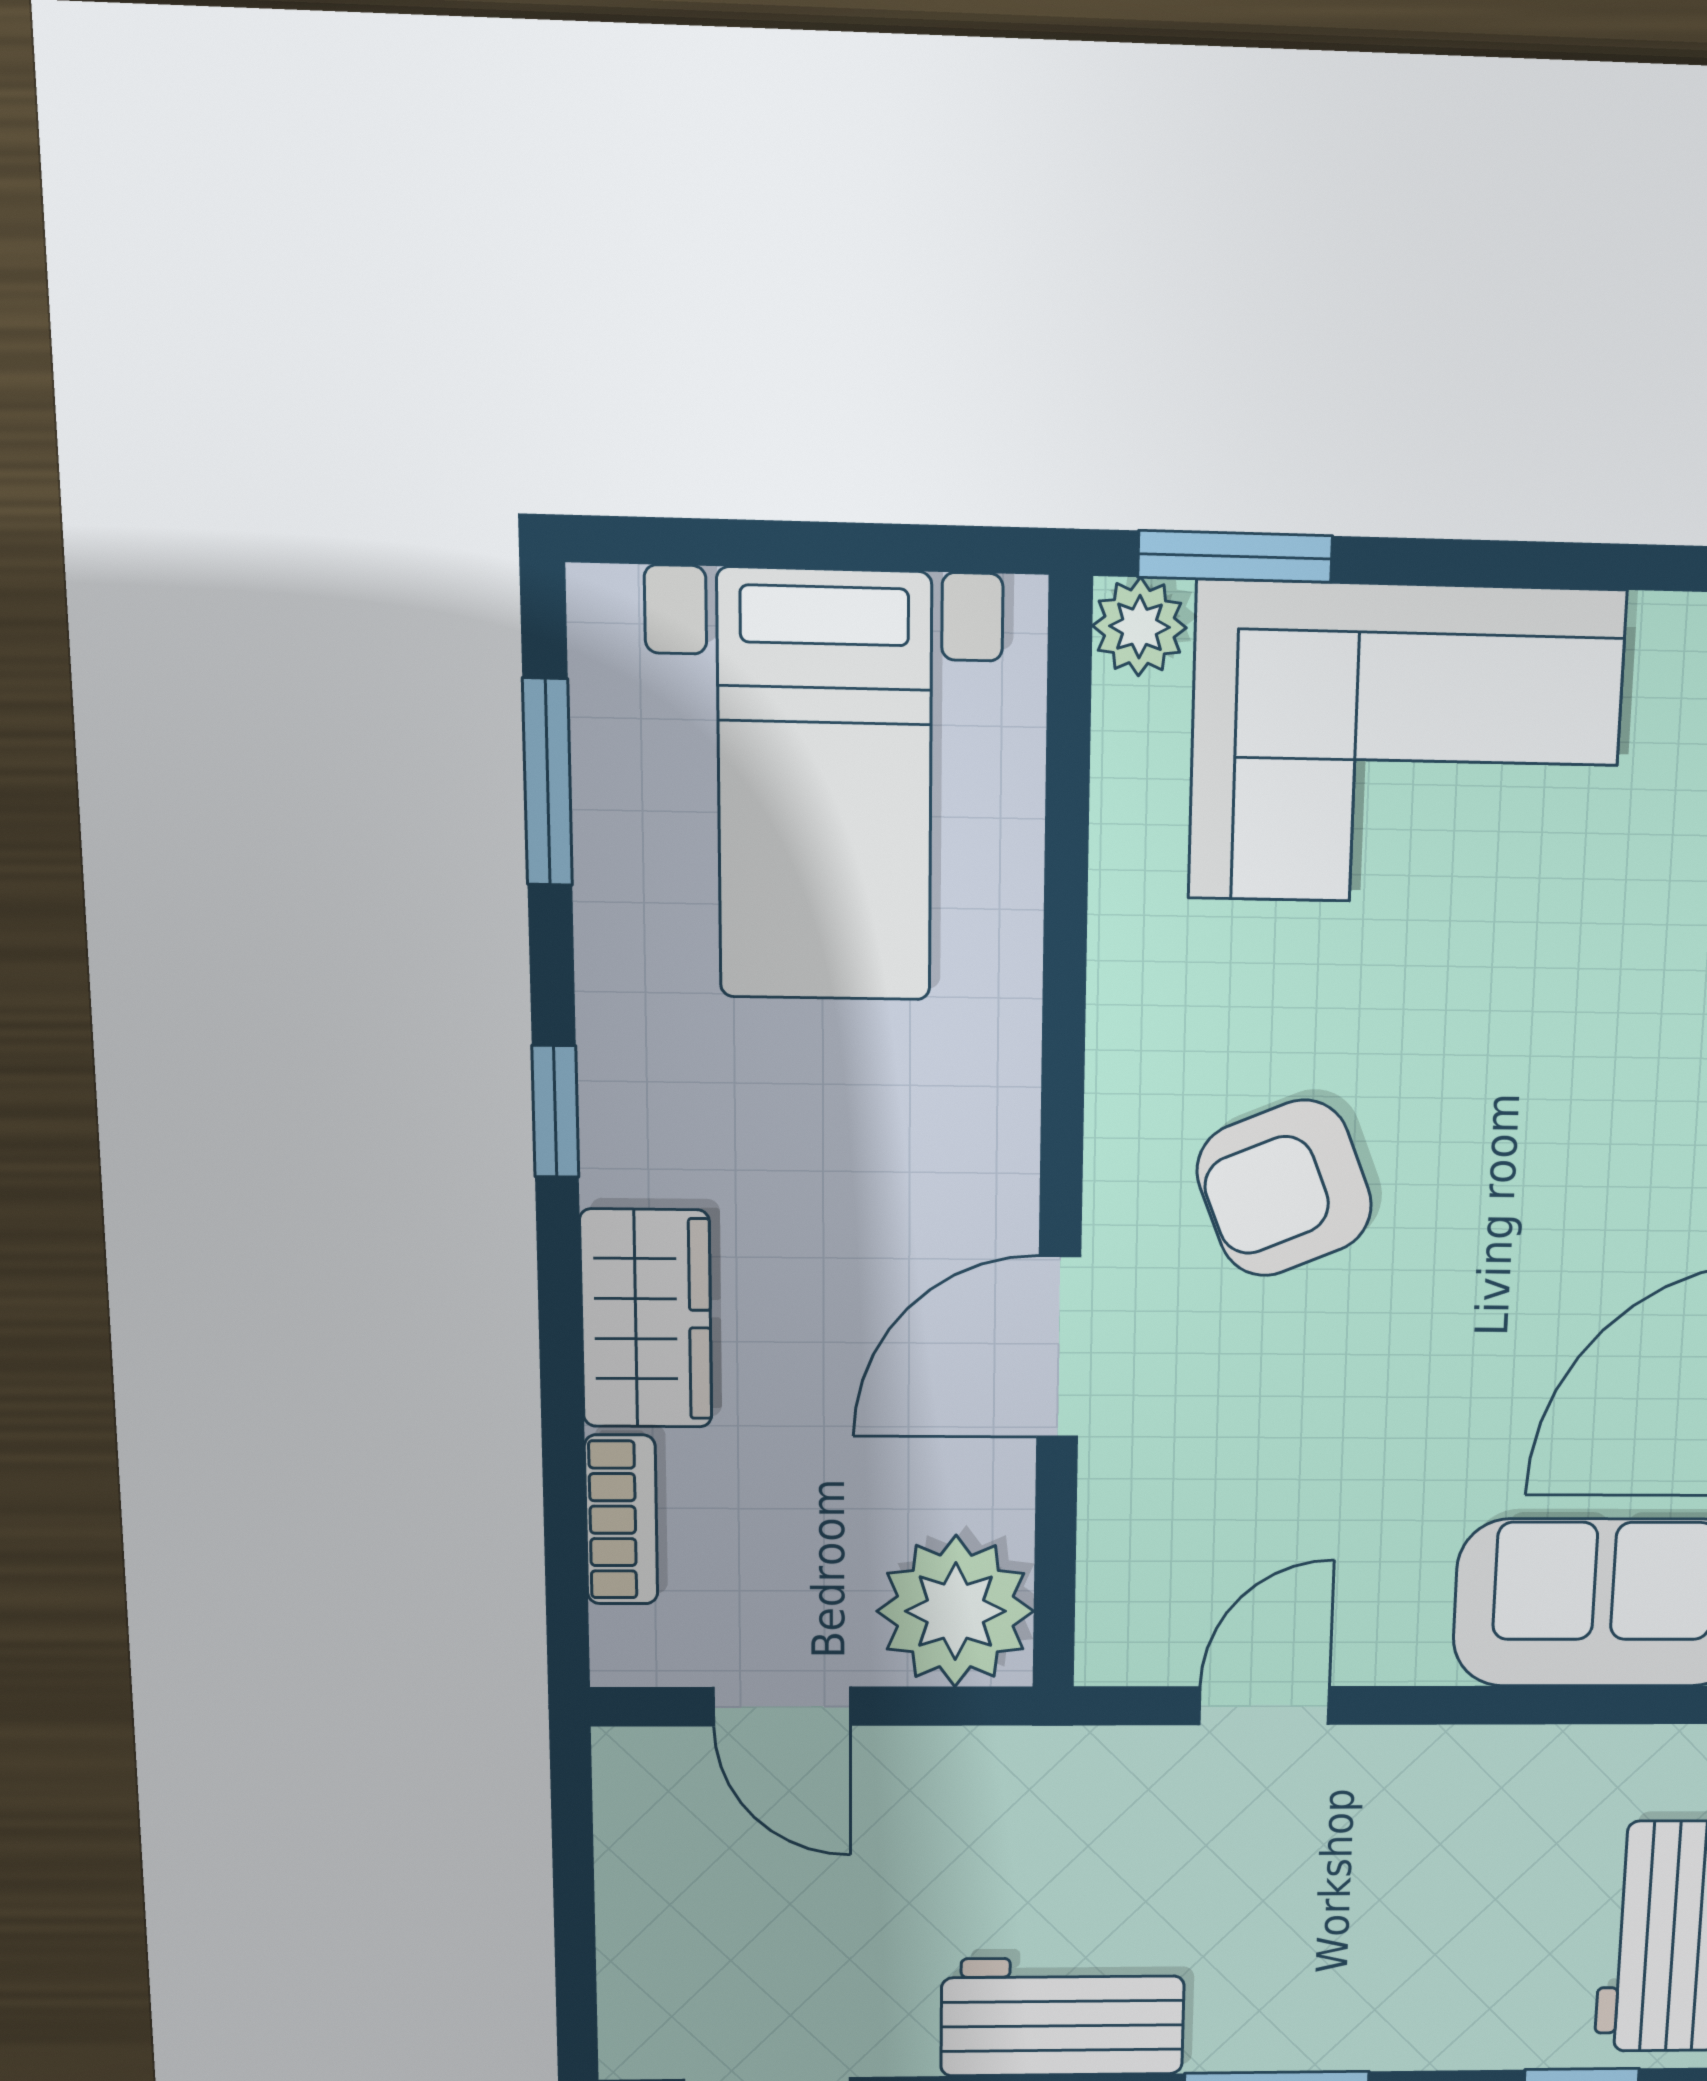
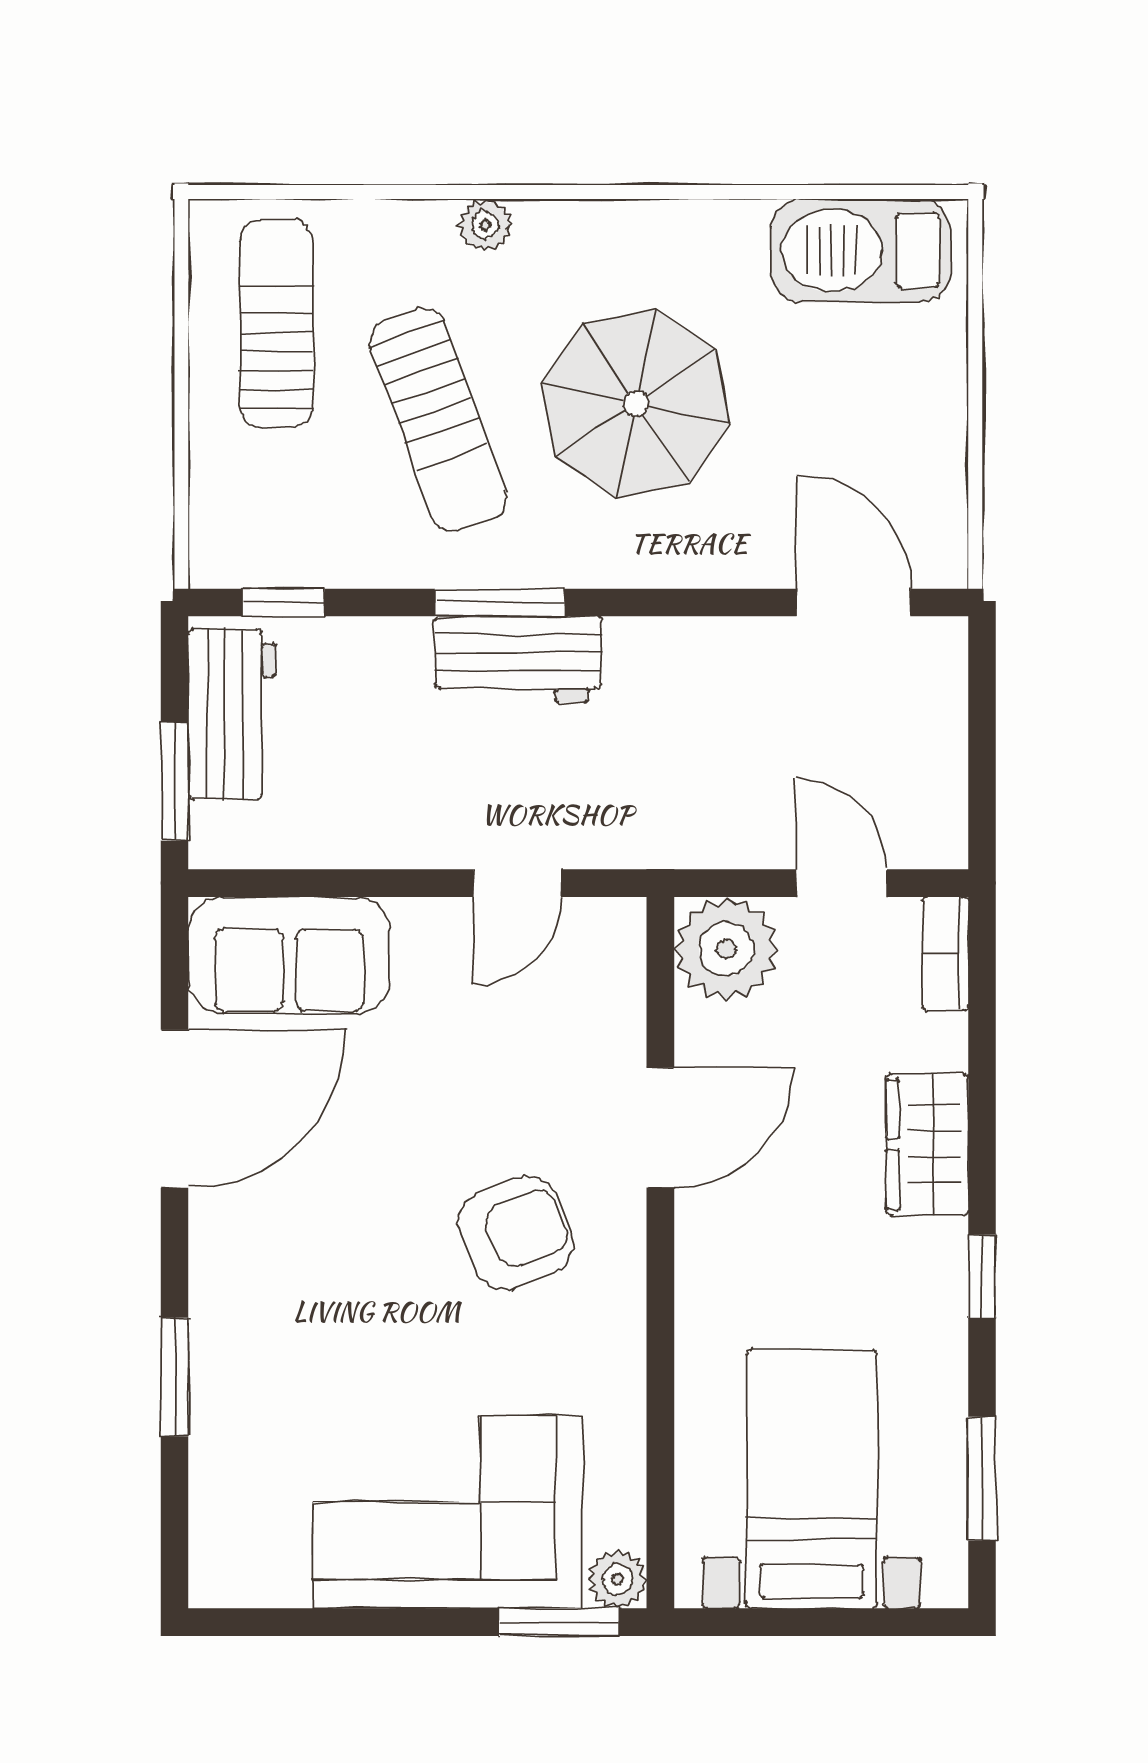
bookcase: (621, 1520) -> (946, 954), moved
workbench: (1063, 2017) -> (518, 659), moved

